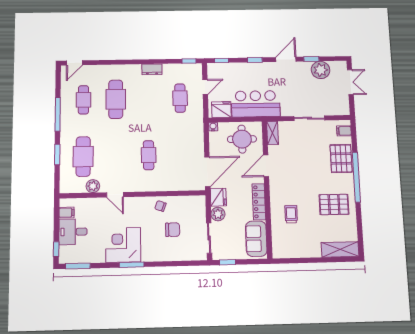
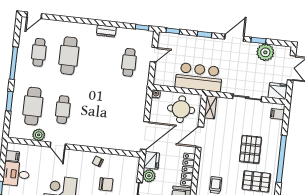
fridge: (221, 110) -> (278, 91), moved
cafe table: (149, 155) -> (63, 110), moved
pallet: (341, 158) -> (250, 149), moved

